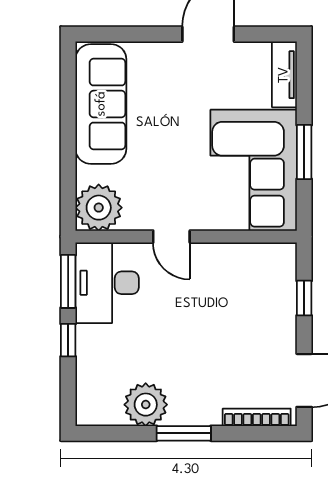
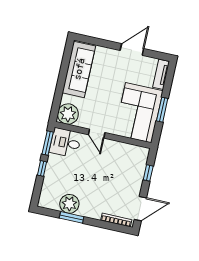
desk: (107, 283) -> (65, 143), width x0.73
window: (184, 433) -> (72, 217), moved

